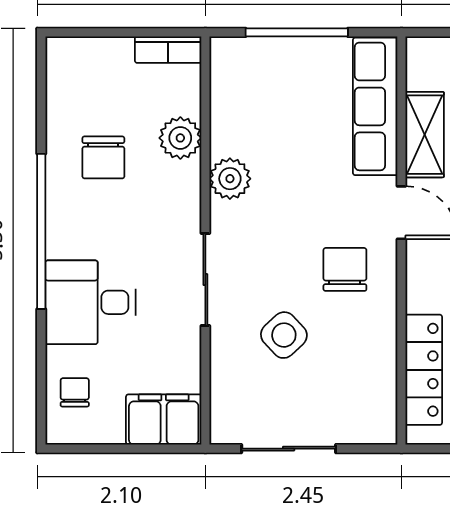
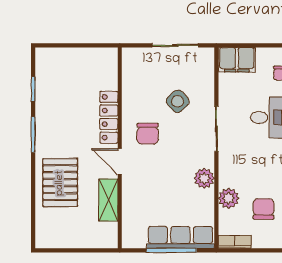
row of seats: (375, 106) -> (180, 237), moved, turned -90
chair: (103, 157) -> (263, 209), moved
locker: (424, 370) -> (109, 117), moved

